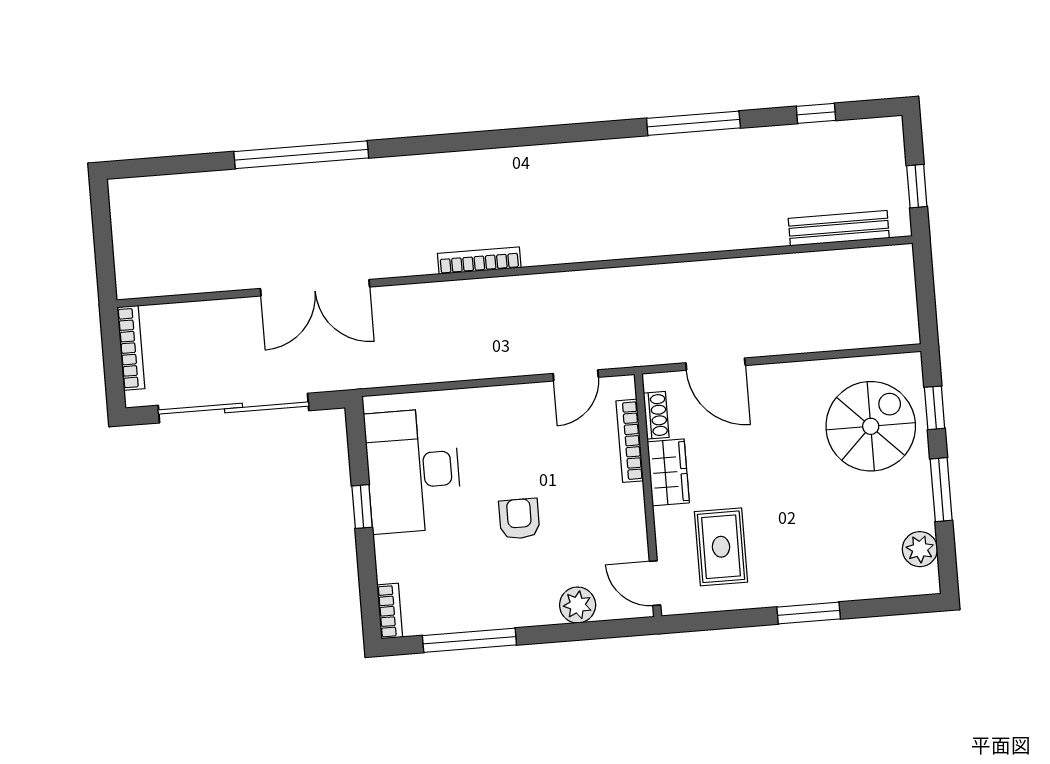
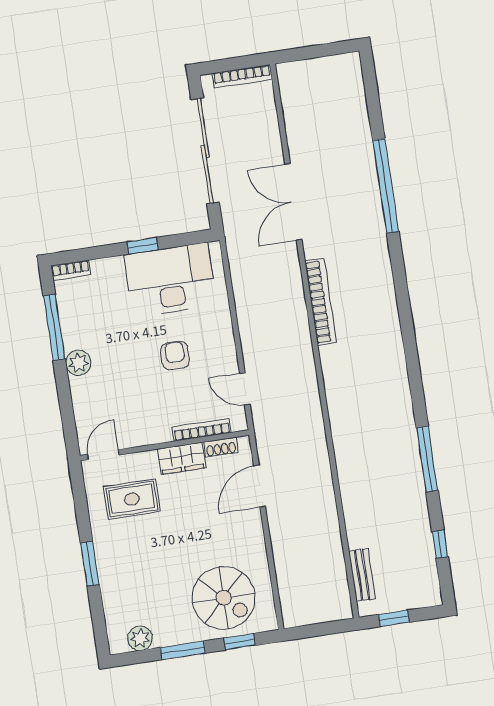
bench: (839, 228) -> (362, 575), width x0.73
bookcase: (479, 261) -> (321, 302), width x1.48, depth x1.31
armchair: (519, 519) -> (175, 356), moved, turned -90
plant: (578, 605) -> (78, 363), moved

